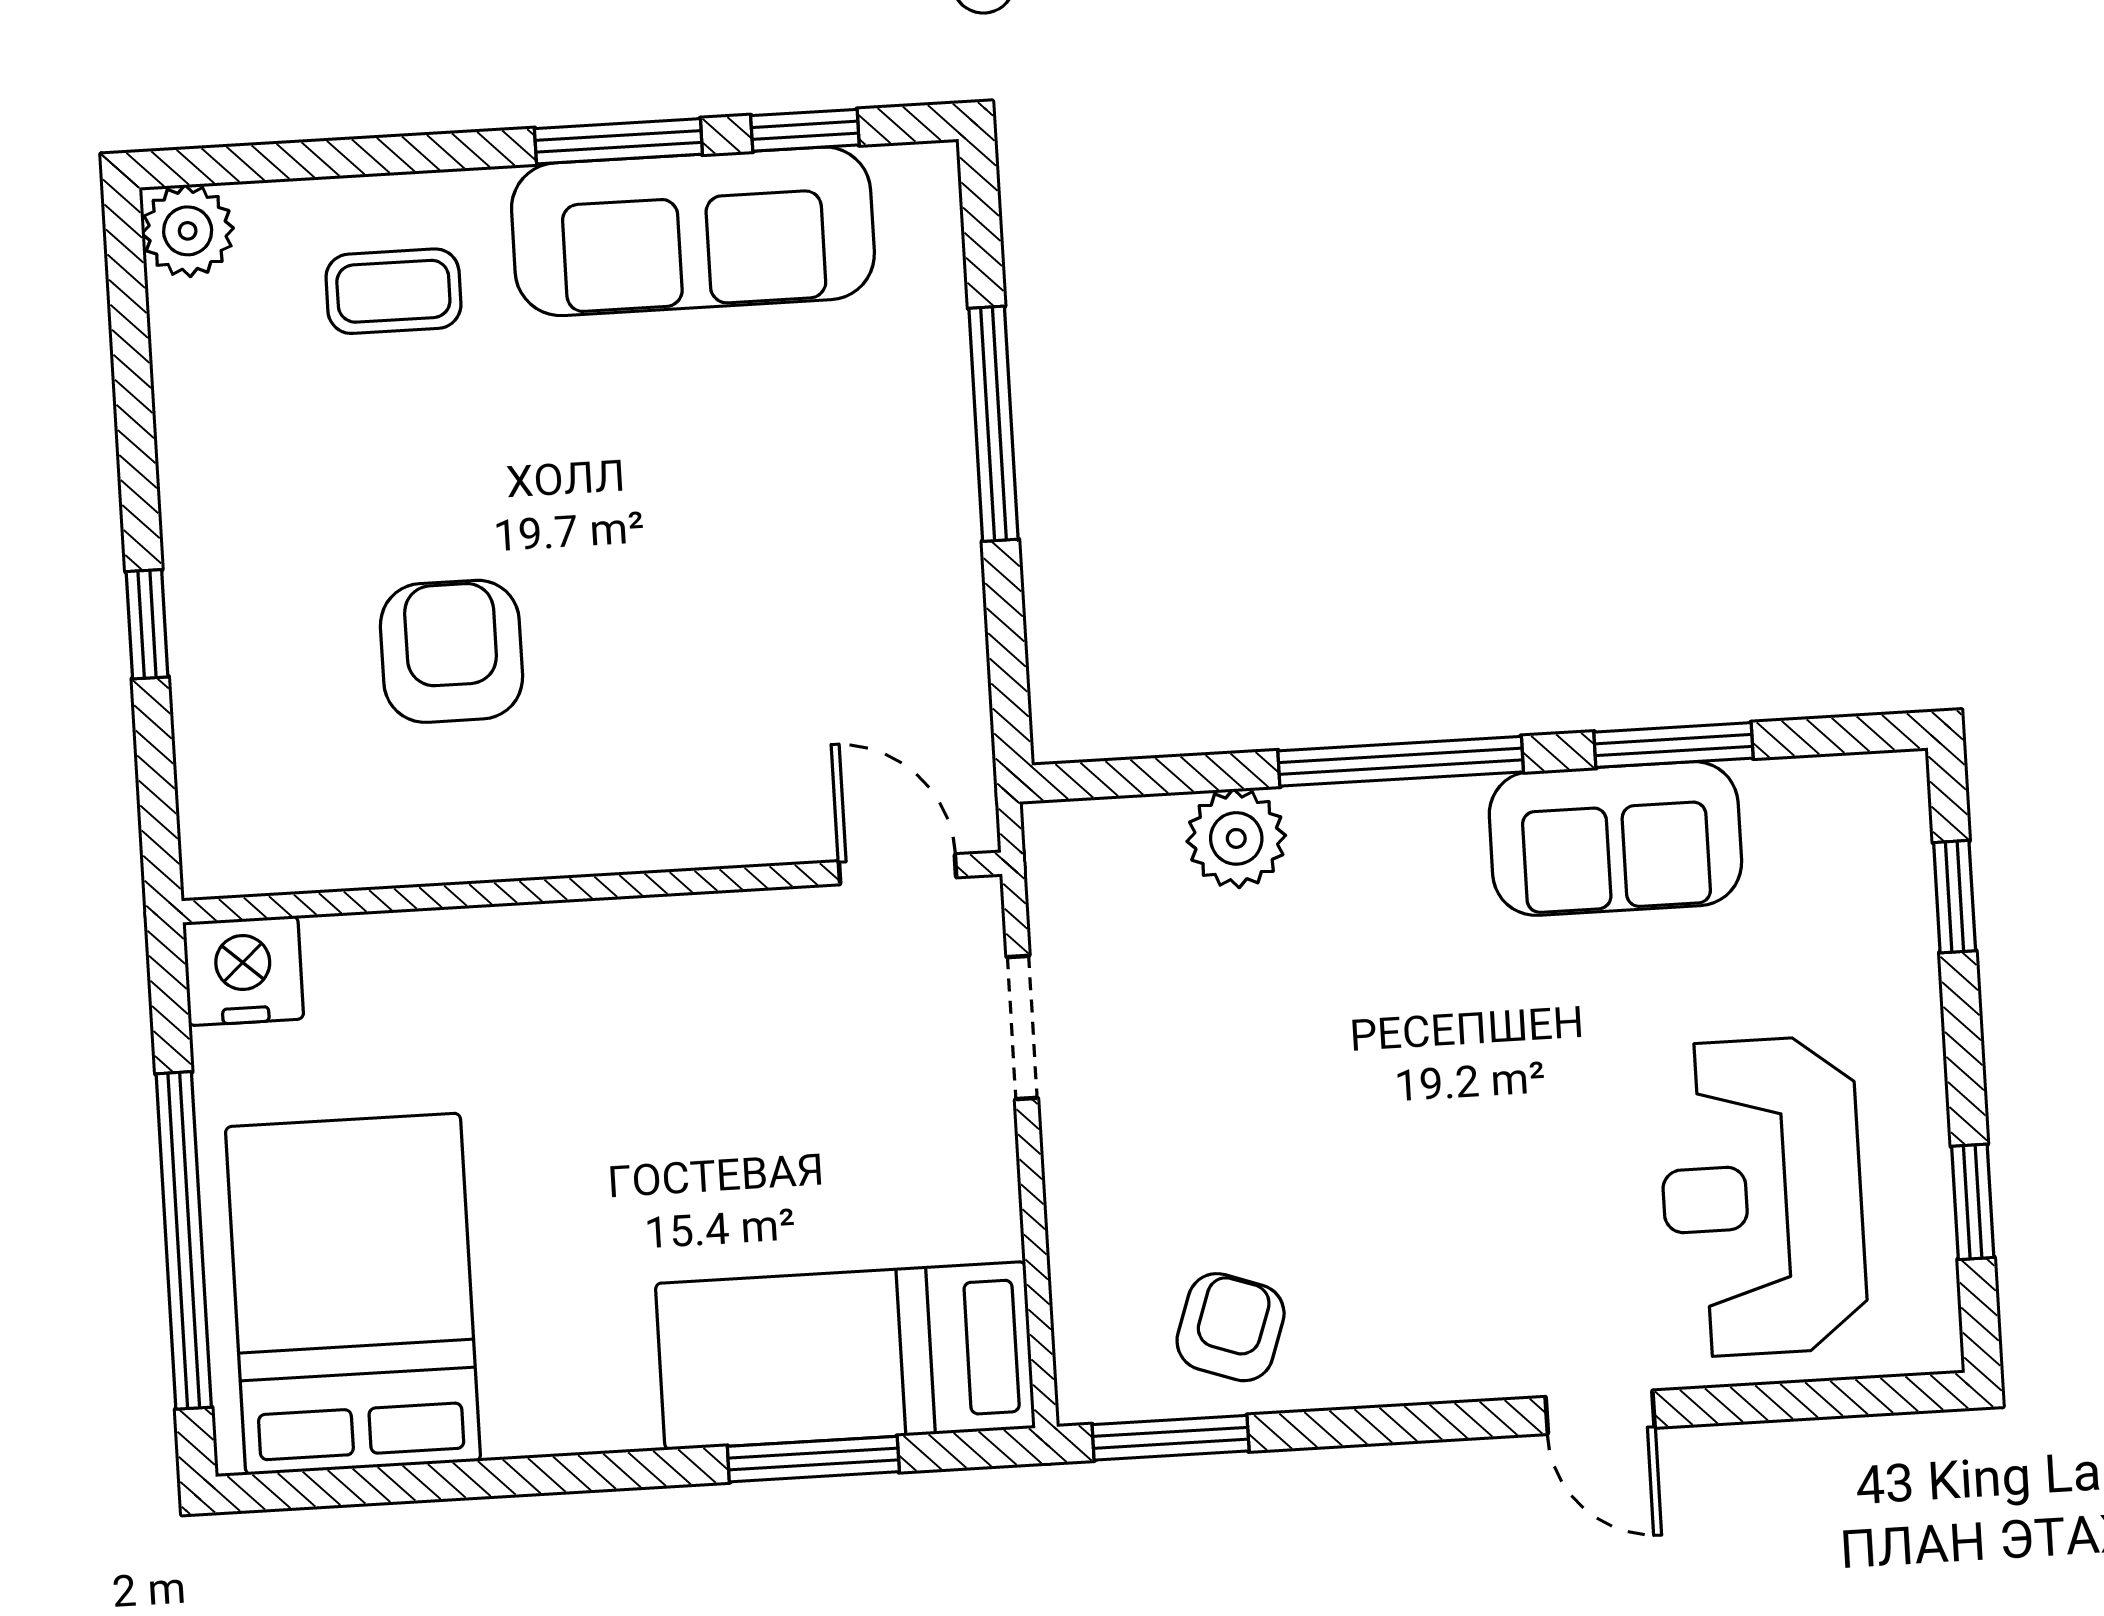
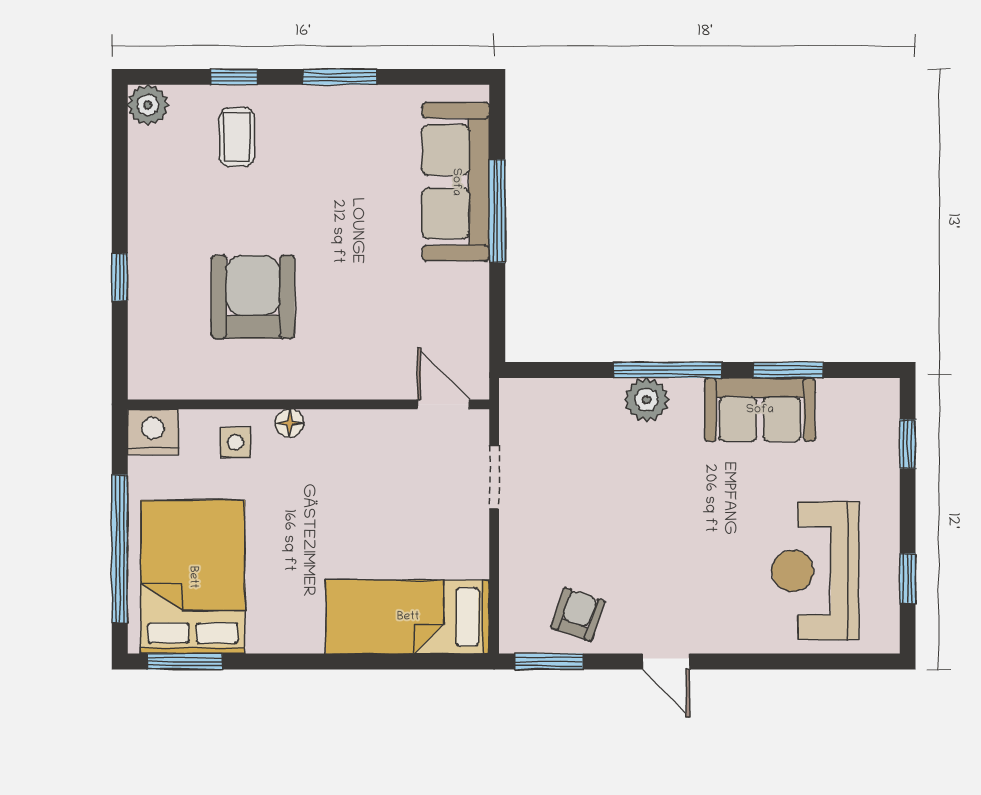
window: (805, 130) -> (234, 77), moved
sofa: (693, 231) -> (456, 182), moved, turned 90
coffee table: (393, 291) -> (237, 137), turned 90
armchair: (452, 651) -> (253, 297), width x1.36, depth x1.36
plant: (1236, 838) -> (647, 400), moved
floor lamp: (551, 933) -> (290, 423), added
side table: (432, 983) -> (236, 442), added
door: (1600, 1412) -> (666, 662), moved
window: (813, 1459) -> (185, 662), moved

